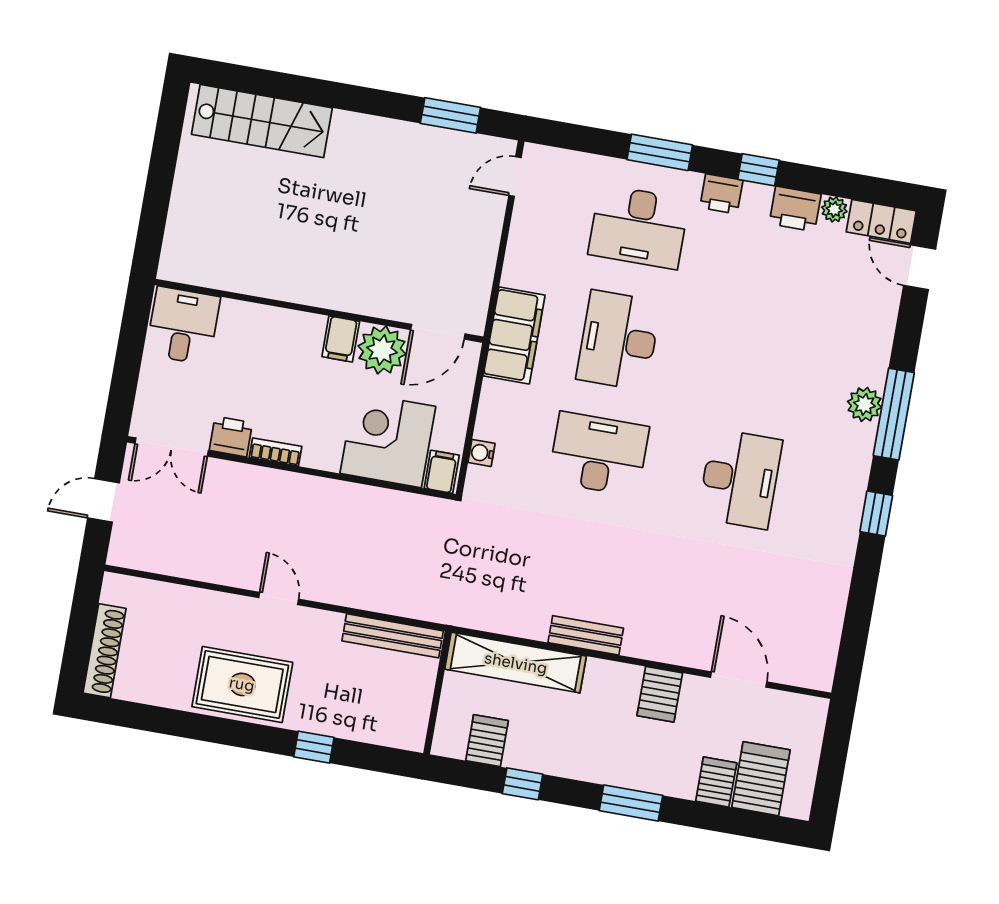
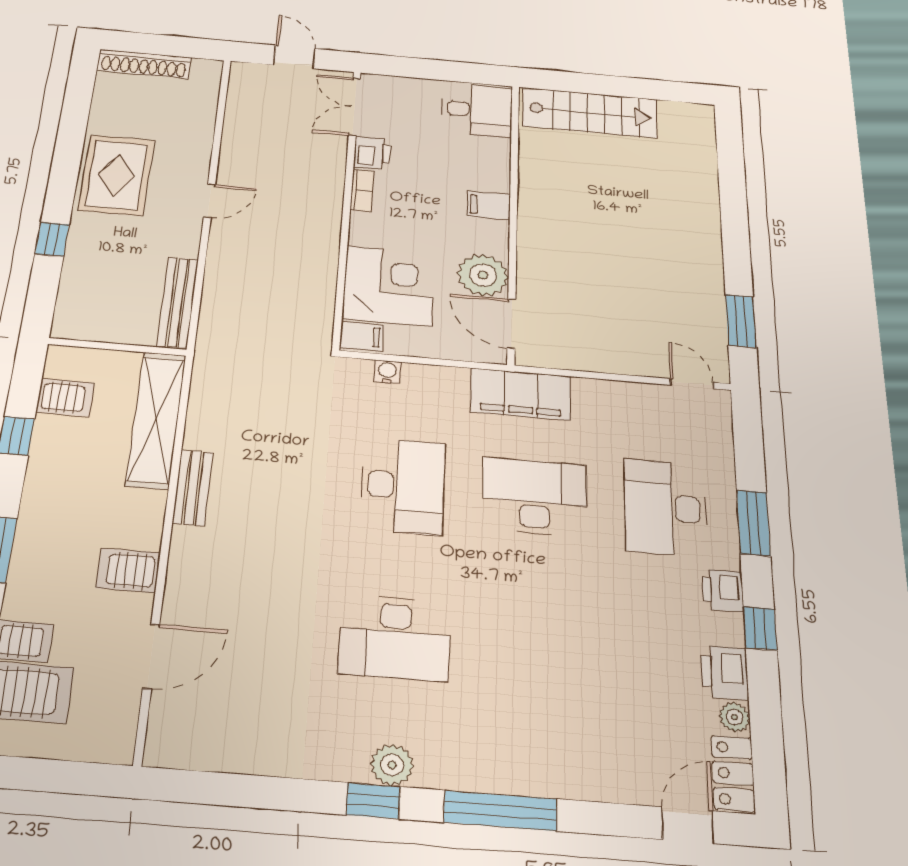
stairs: (262, 121) -> (590, 113), moved, turned -90
filing cabinet: (341, 339) -> (489, 206), moved
plant: (865, 404) -> (392, 765), moved

